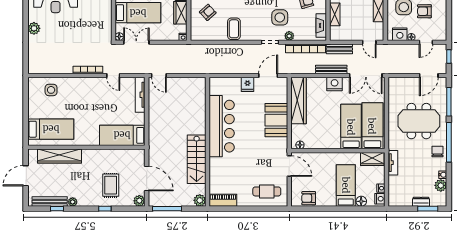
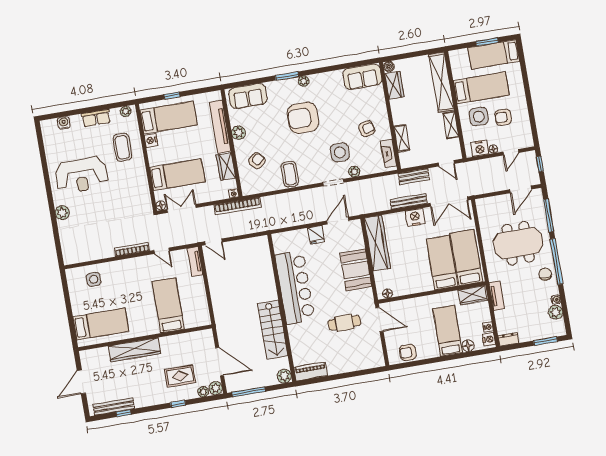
bookcase: (306, 48) -> (238, 206), moved
tv unit: (140, 95) -> (195, 262), width x0.71
bed: (122, 135) -> (168, 305), moved, turned 90
wardrobe: (60, 156) -> (135, 350), moved
rug: (111, 185) -> (180, 376), turned 90
cafe table: (267, 191) -> (344, 323), moved
plant: (73, 202) -> (203, 392), moved
dresser: (421, 202) -> (508, 339), moved

